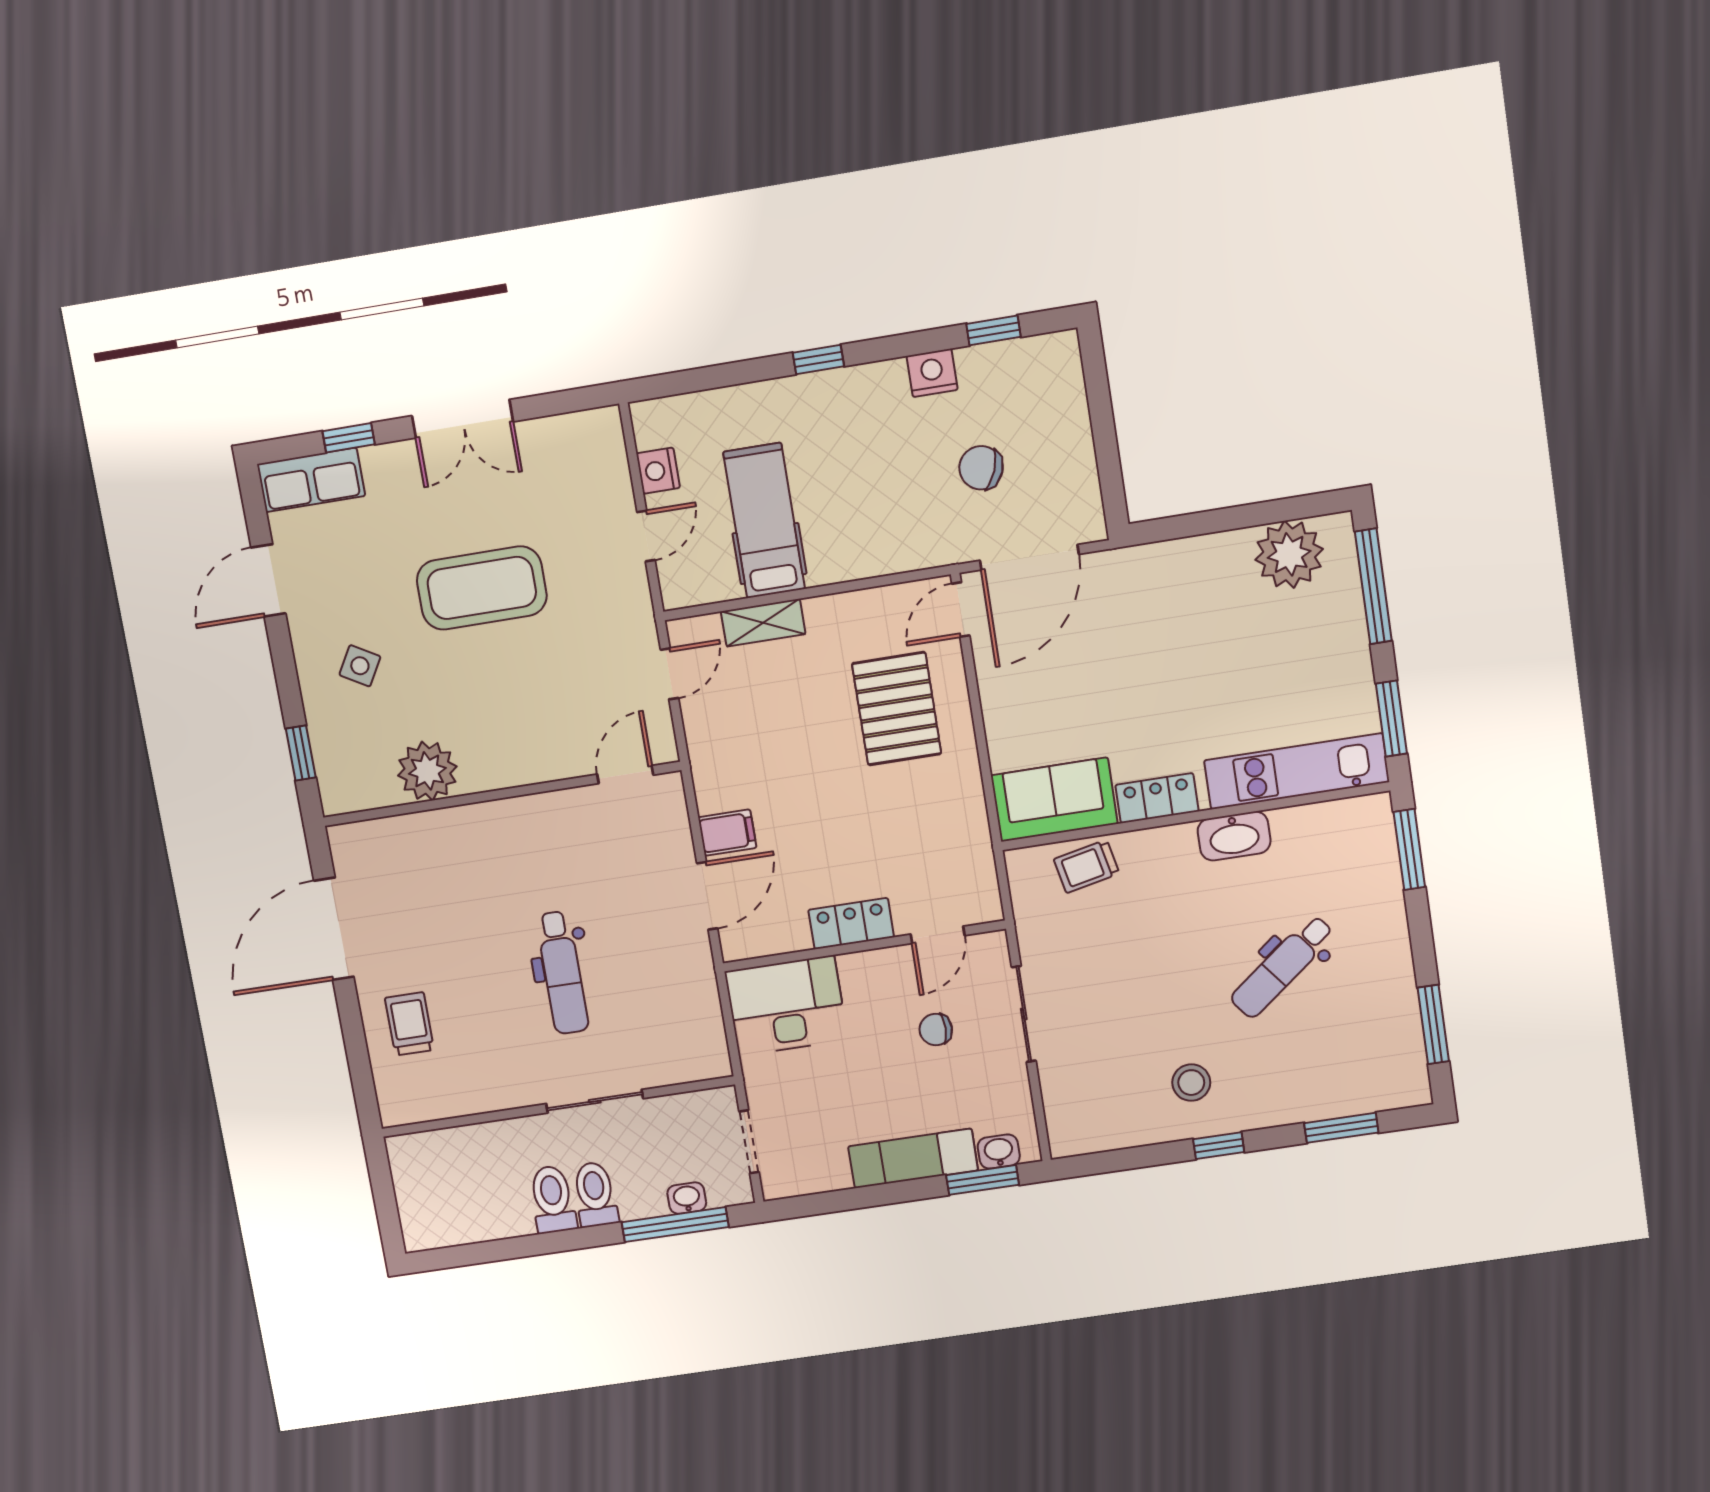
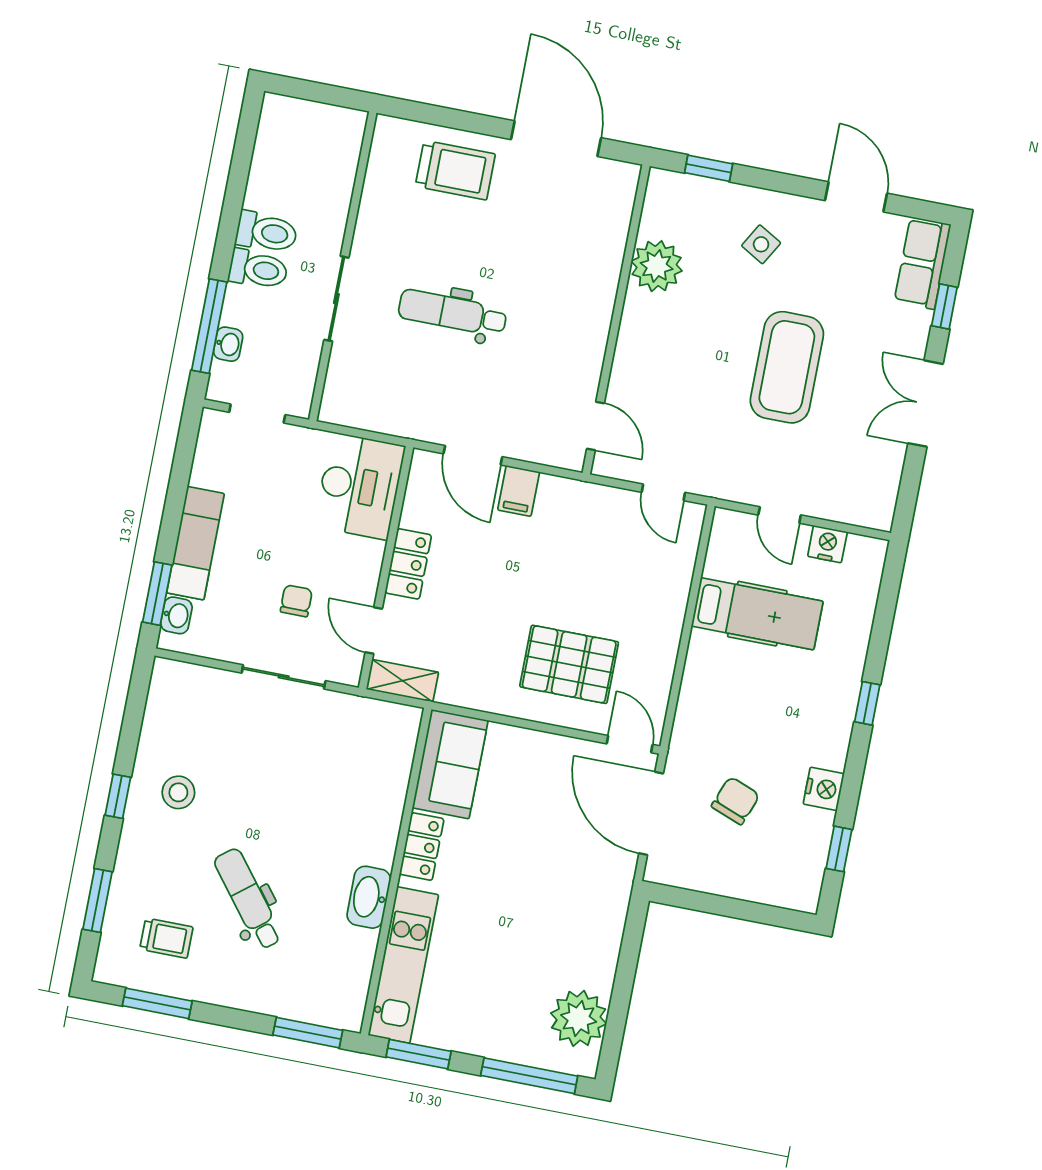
shelving: (763, 623) -> (402, 681), moved, turned 90
trolley: (1086, 866) -> (166, 938), moved, turned 102
trolley: (409, 1024) -> (455, 170), width x1.36, depth x1.39

